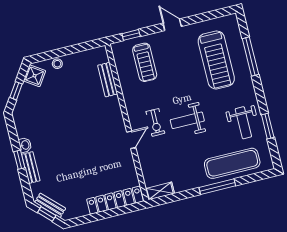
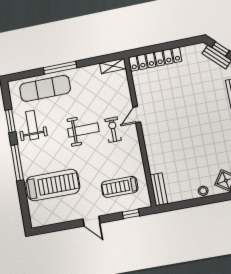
window: (250, 56) -> (17, 163), moved
treadmill: (216, 60) -> (53, 185), turned 90
treadmill: (145, 62) -> (120, 187), turned -90
bench: (108, 80) -> (159, 189), moved

